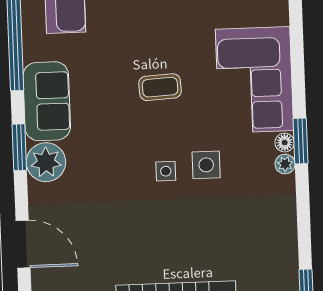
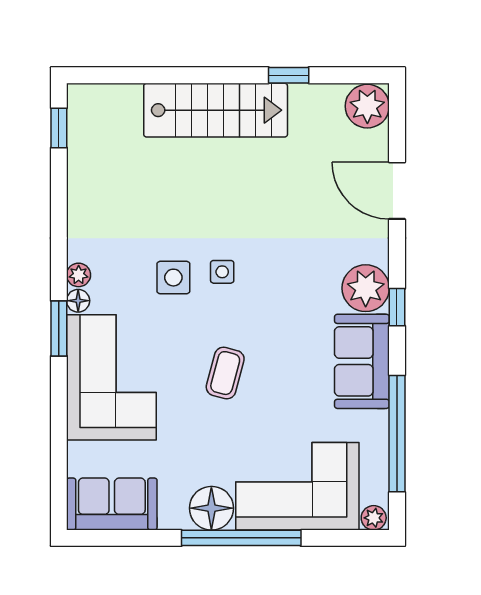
coffee table: (160, 87) -> (225, 373), turned -72
window: (301, 141) -> (59, 328), moved
window: (19, 147) -> (397, 307), width x0.67

